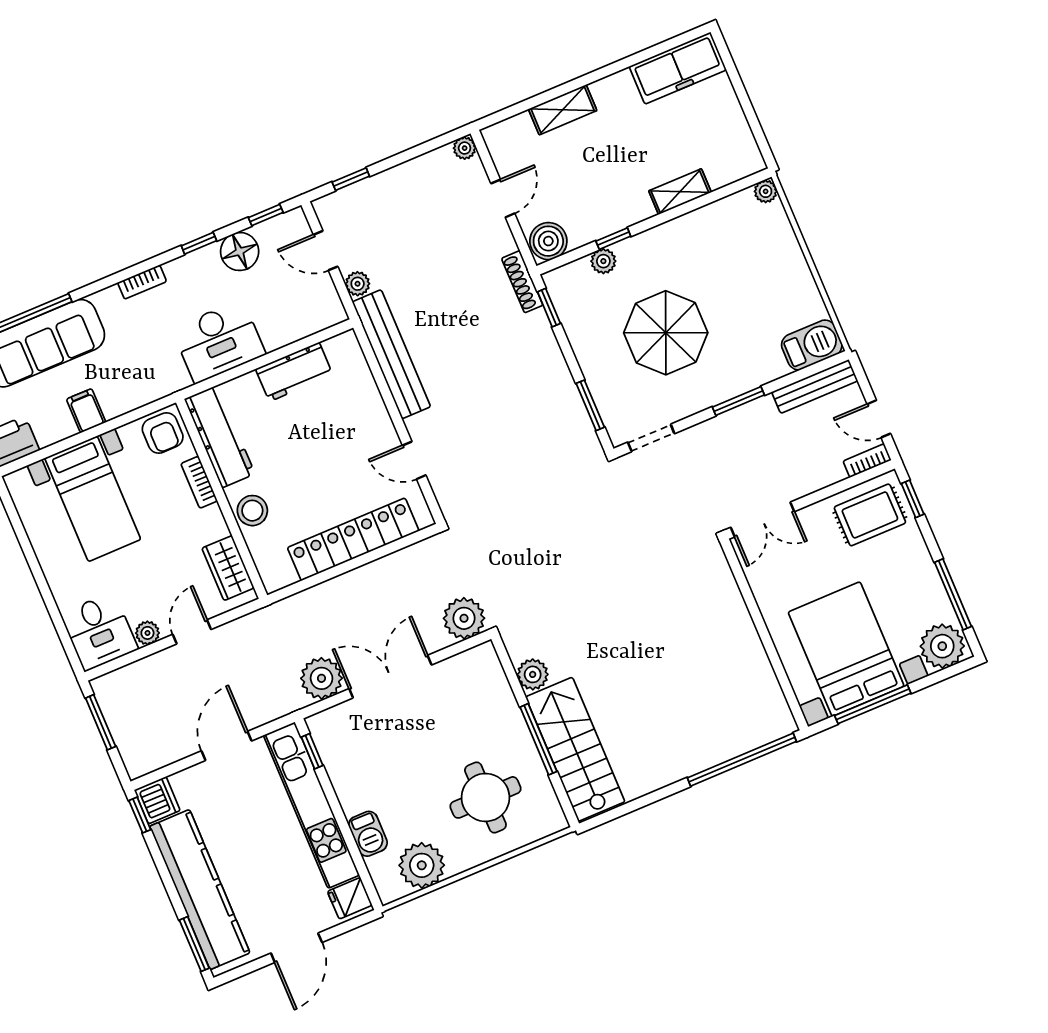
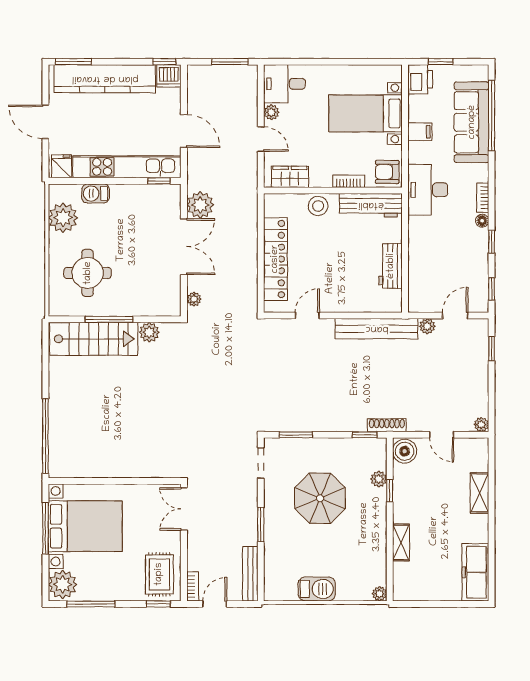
floor lamp: (240, 252) -> (482, 221), moved, width x0.53, depth x0.53
desk: (219, 341) -> (428, 190), moved
barbecue: (812, 345) -> (317, 589), moved, turned -90
plant: (464, 618) -> (194, 299), width x0.53, depth x0.53

